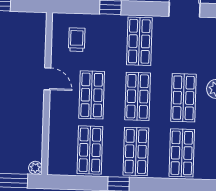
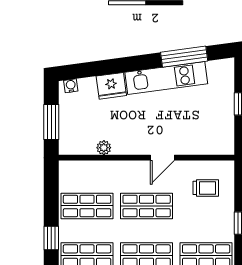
plant: (35, 168) -> (104, 148), moved

